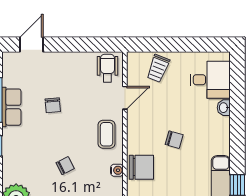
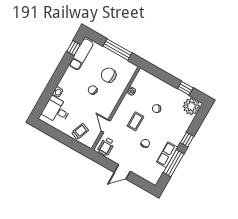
door: (31, 44) -> (122, 172), moved
door: (125, 98) -> (106, 126), hinge flipped
coffee table: (107, 134) -> (135, 121), moved
chair: (141, 167) -> (109, 75), moved

